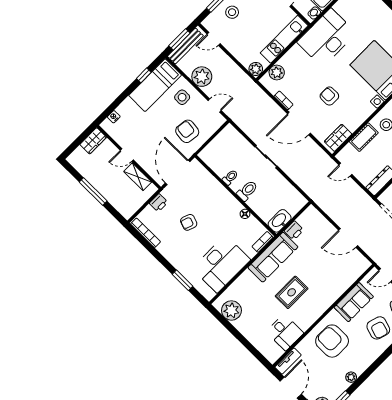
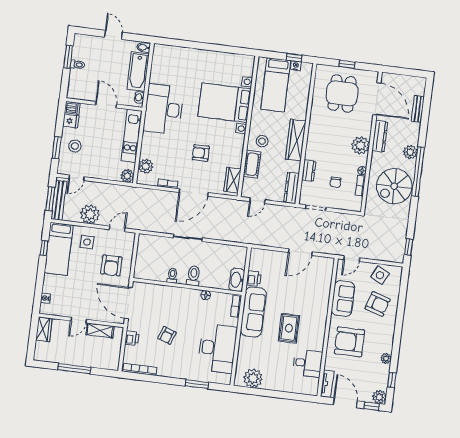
armchair: (187, 131) -> (111, 265), turned -97

